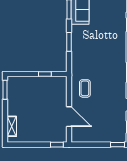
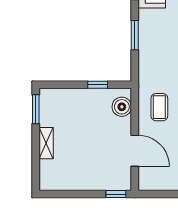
boiler: (61, 88) -> (122, 107), added
shelving: (12, 126) -> (46, 143), moved

